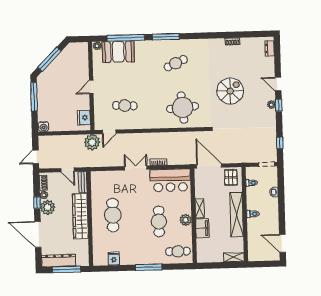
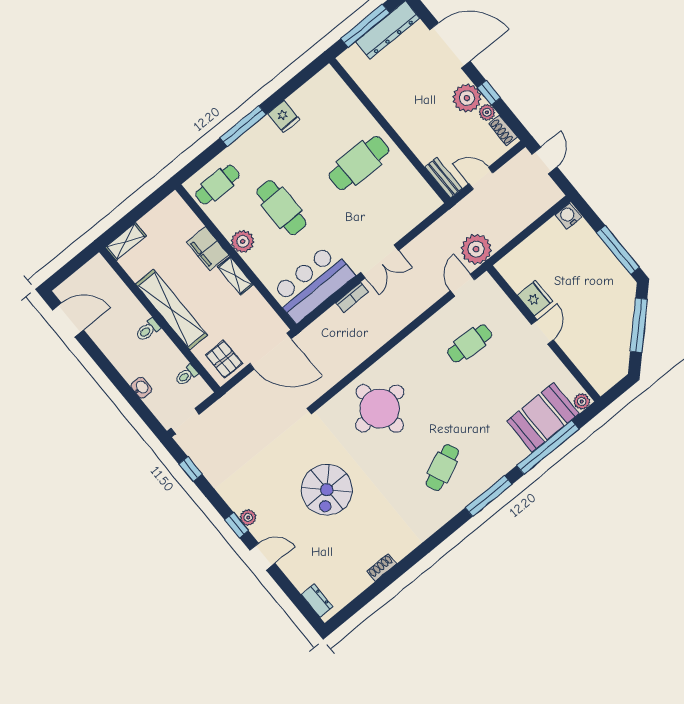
fridge: (84, 118) -> (535, 298), moved
cafe table: (113, 215) -> (359, 163), turned 90
wardrobe: (80, 216) -> (407, 123), removed
fridge: (114, 259) -> (284, 117), moved

